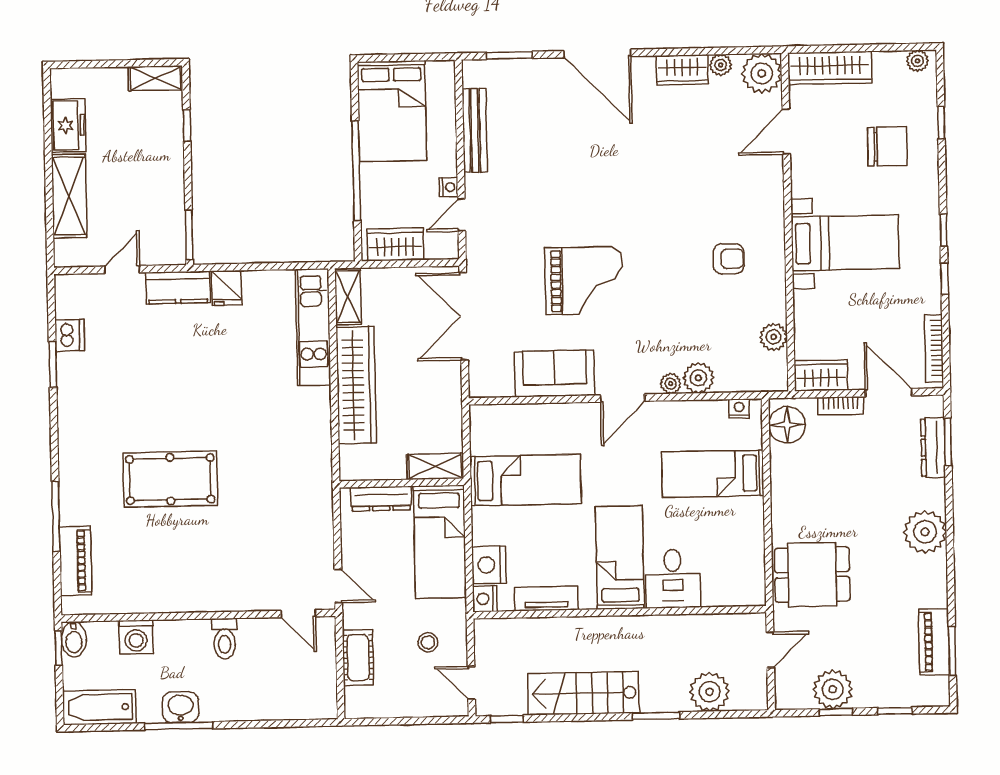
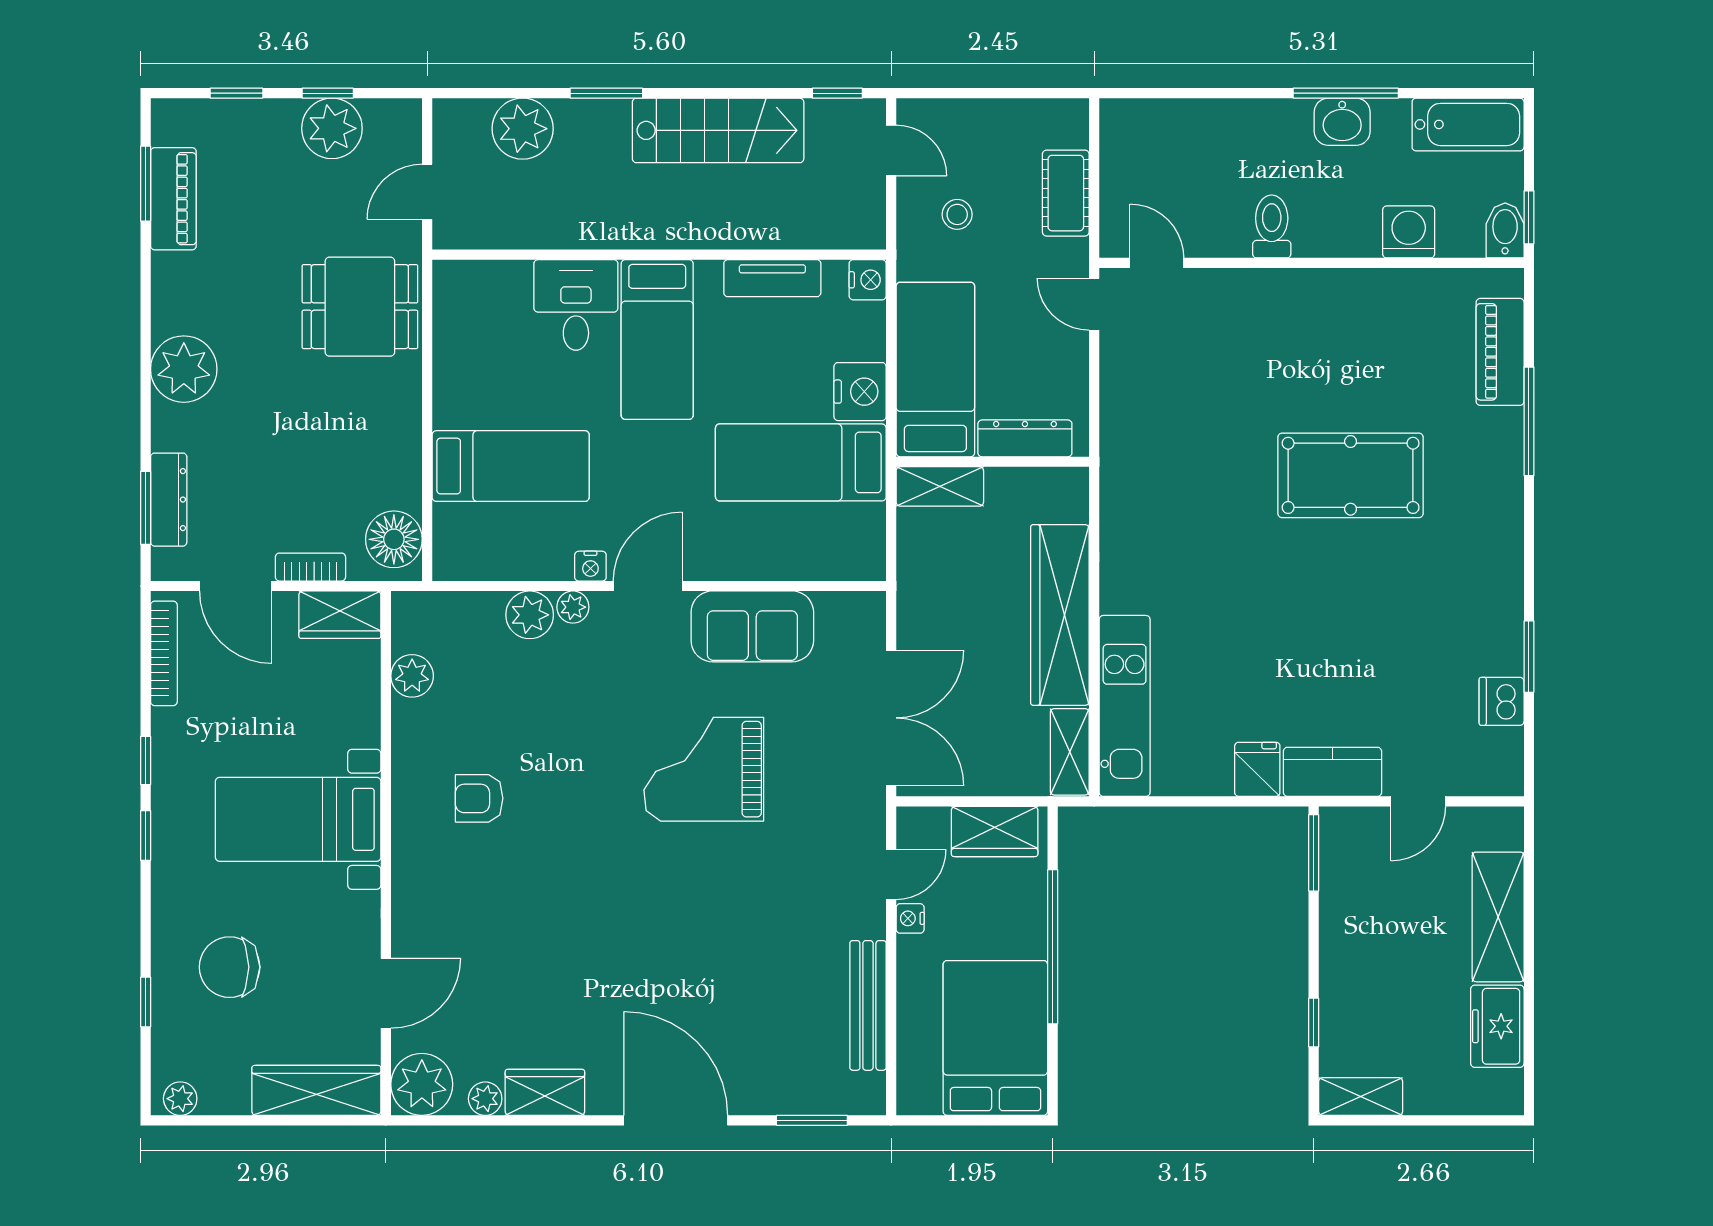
nightstand: (739, 409) -> (590, 566), moved
nightstand: (489, 565) -> (860, 392), moved

